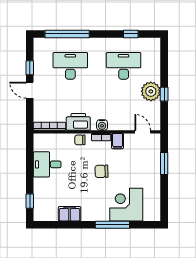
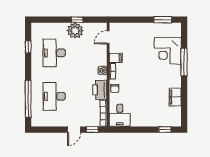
window: (30, 68) -> (92, 130), moved
desk: (47, 164) -> (120, 115), moved
window: (164, 164) -> (163, 20), moved
chair: (101, 171) -> (140, 71), removed

